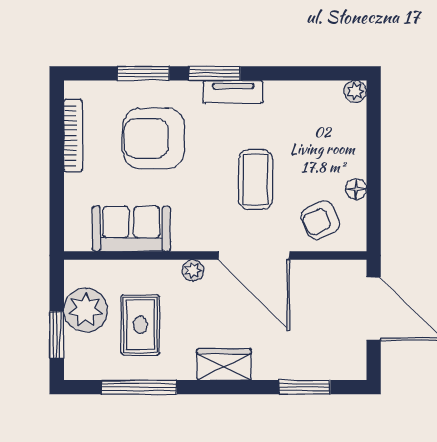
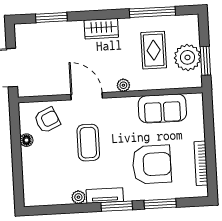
plant: (355, 91) -> (78, 197), moved
door: (254, 255) -> (87, 96), width x0.73
window: (57, 335) -> (205, 61), moved

